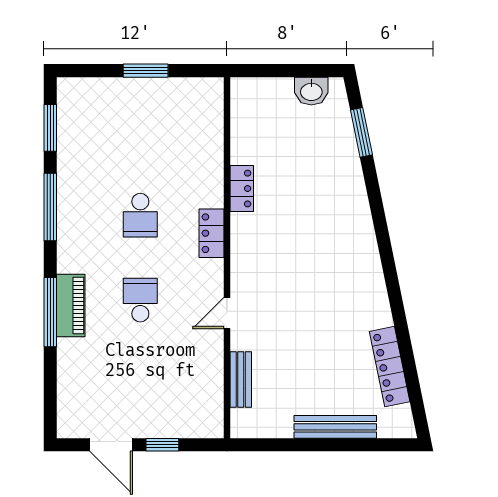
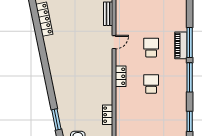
locker: (242, 189) -> (108, 115), moved
window: (50, 207) -> (190, 77), moved
school desk: (140, 300) -> (151, 48), turned 180

